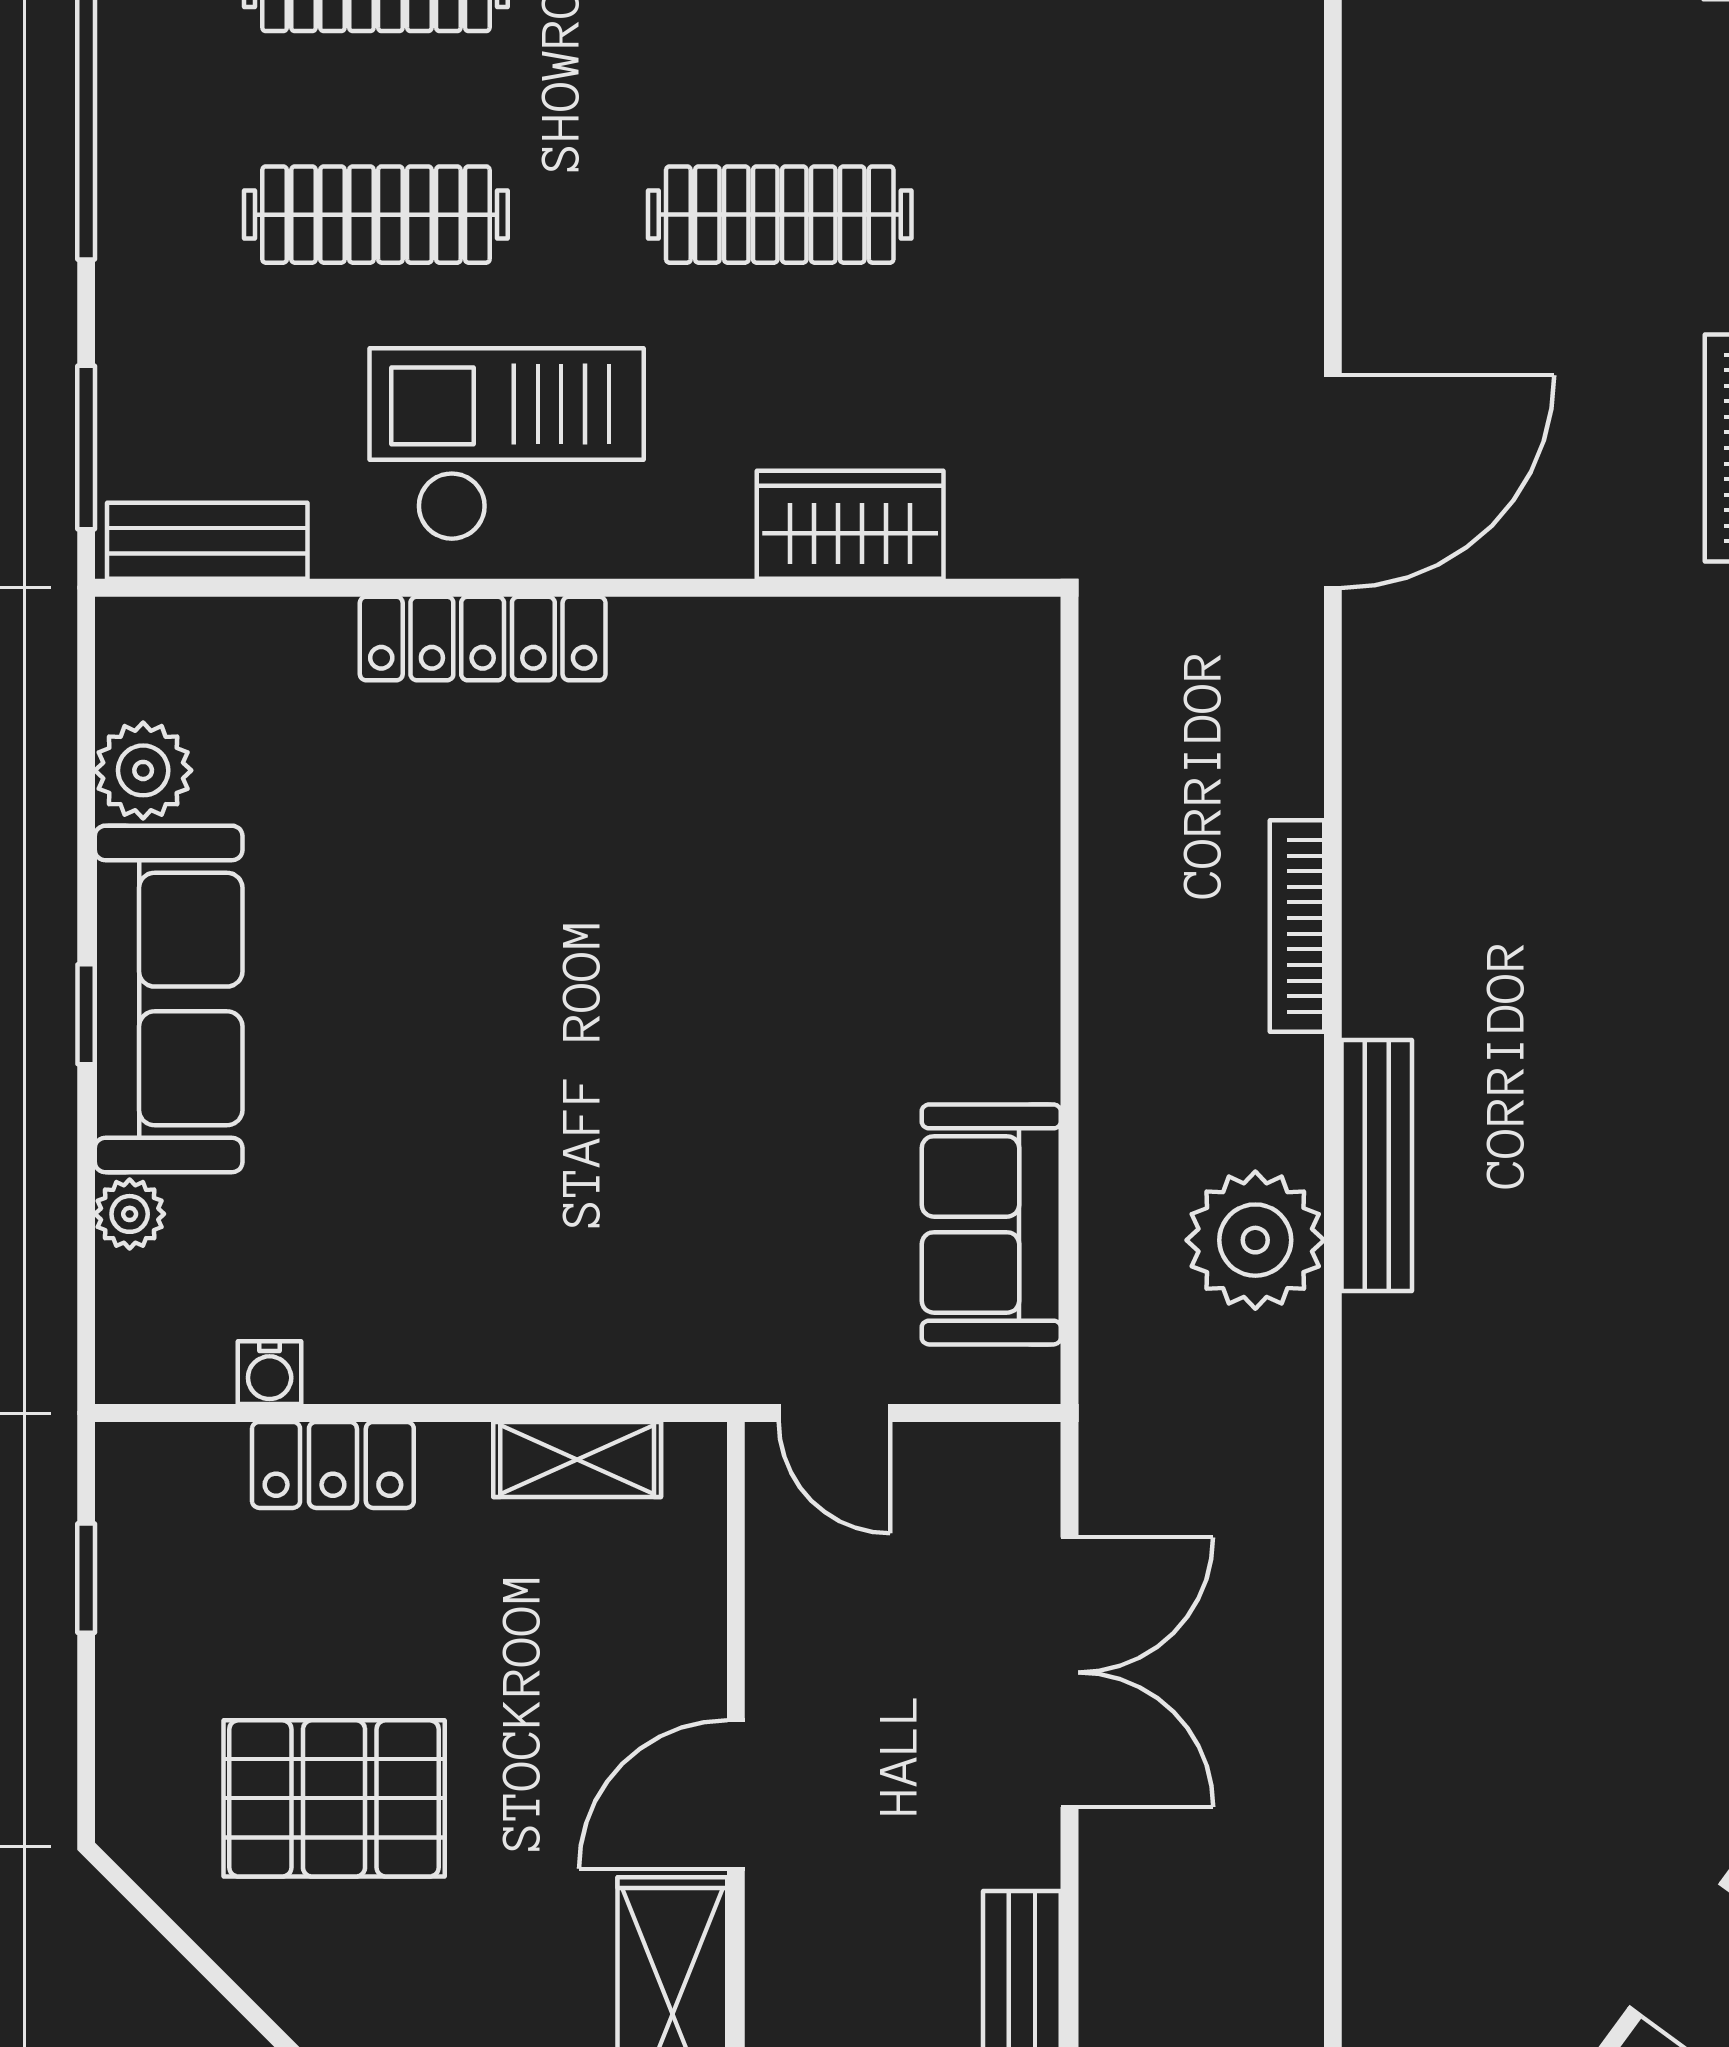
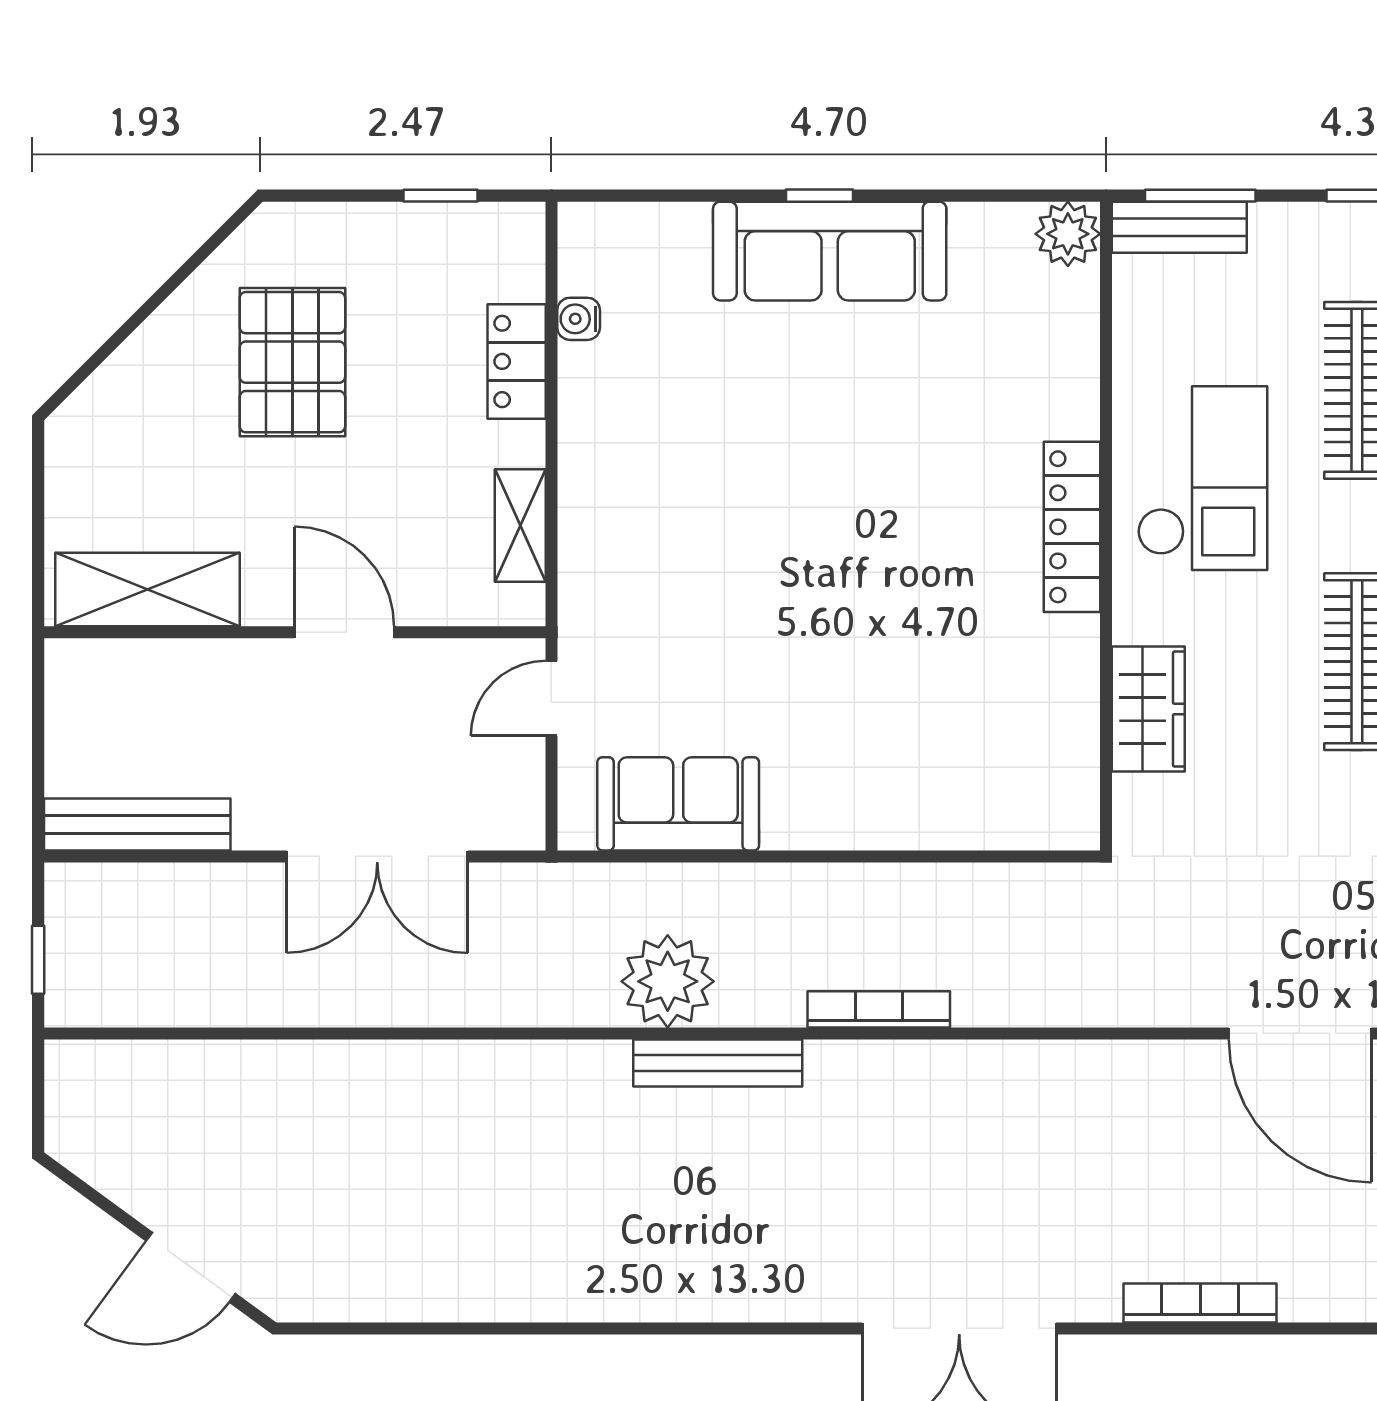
door: (1333, 482) -> (1300, 1033), moved
bench: (207, 541) -> (1179, 227), moved, turned 90
locker: (483, 638) -> (1072, 527), moved
plant: (143, 770) -> (1068, 234), moved
plant: (130, 1214) -> (685, 225), removed
door: (736, 1795) -> (344, 632), moved

